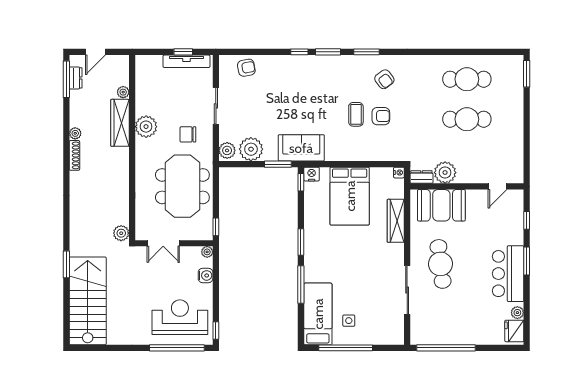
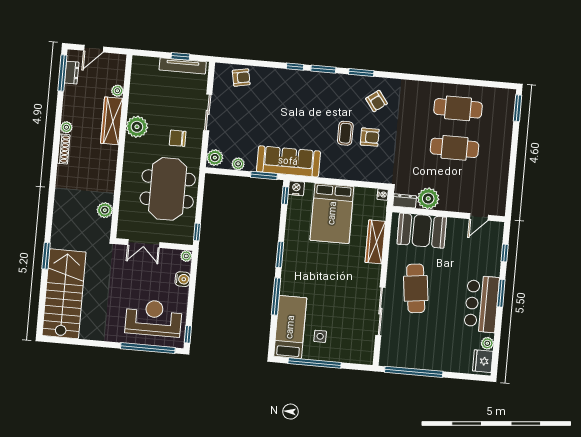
sofa: (301, 148) -> (288, 161), width x1.36
plant: (251, 149) -> (238, 164), width x0.53, depth x0.53
plant: (121, 233) -> (105, 210), moved

